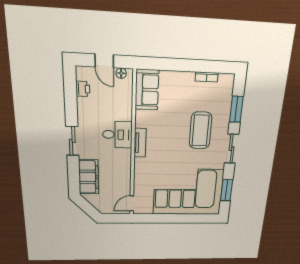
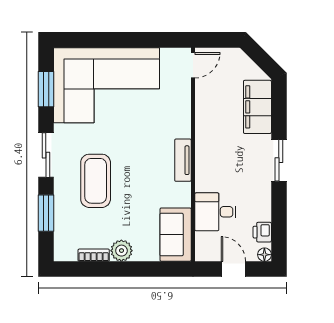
floor lamp: (121, 73) -> (264, 255), moved
plant: (187, 79) -> (121, 251), added
desk: (117, 135) -> (215, 212), moved

